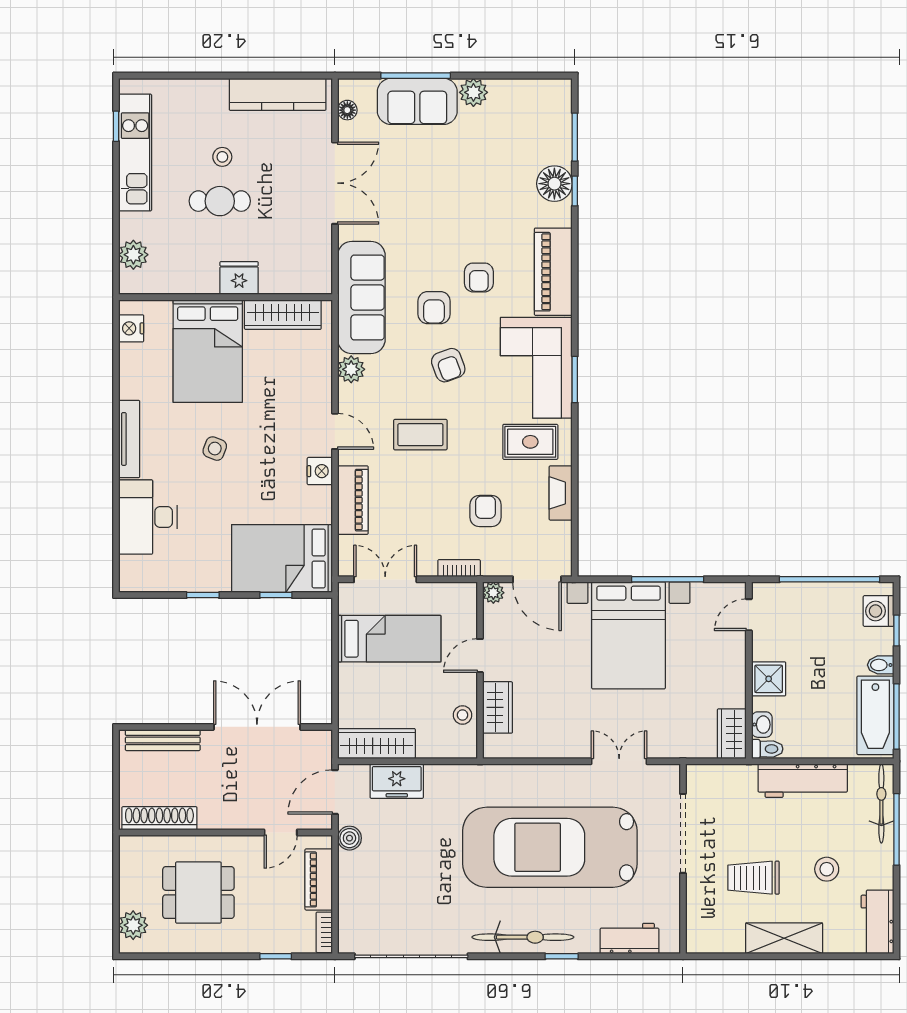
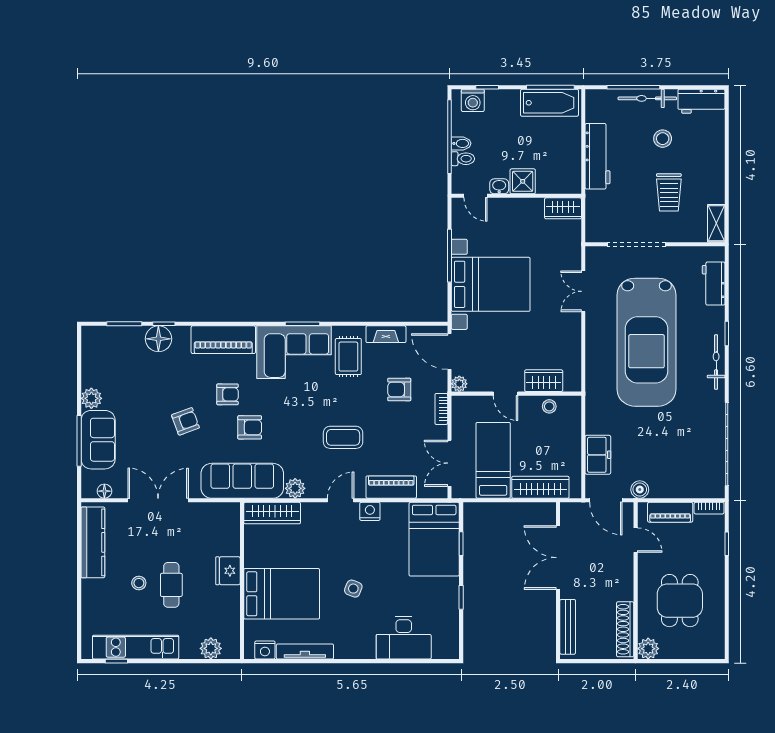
wardrobe: (283, 315) -> (272, 513), moved, turned 90
armchair: (448, 365) -> (185, 421), moved
coffee table: (420, 435) -> (343, 437), turned 90
tv unit: (129, 439) -> (305, 652), moved
door: (537, 579) -> (449, 352), swing flipped
bidet: (881, 665) -> (461, 143), moved, turned -90
washbasin: (762, 725) -> (499, 186), moved
wardrobe: (376, 744) -> (540, 487), moved, turned 90
toilet: (767, 749) -> (463, 159), moved, turned 90
bicycle: (881, 803) -> (647, 98), moved
plant: (133, 925) -> (648, 649), moved
bicycle: (523, 937) -> (716, 362), width x0.73, depth x0.71
shelving: (784, 938) -> (716, 223), moved, width x0.67, depth x0.75

